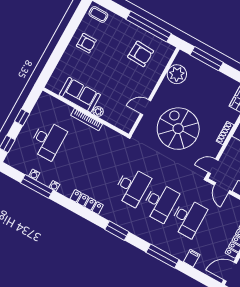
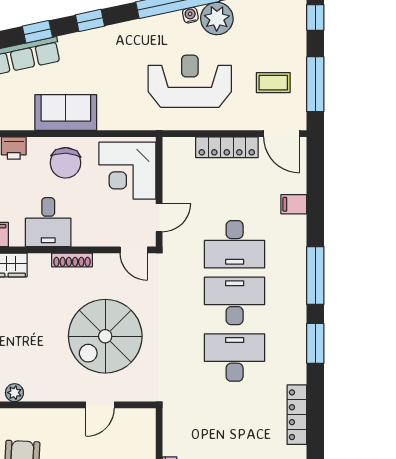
plant: (177, 74) -> (14, 393), width x0.53, depth x0.53
door: (146, 107) -> (100, 405), hinge flipped
desk: (188, 218) -> (235, 244), turned 180
window: (163, 256) -> (315, 276), moved

